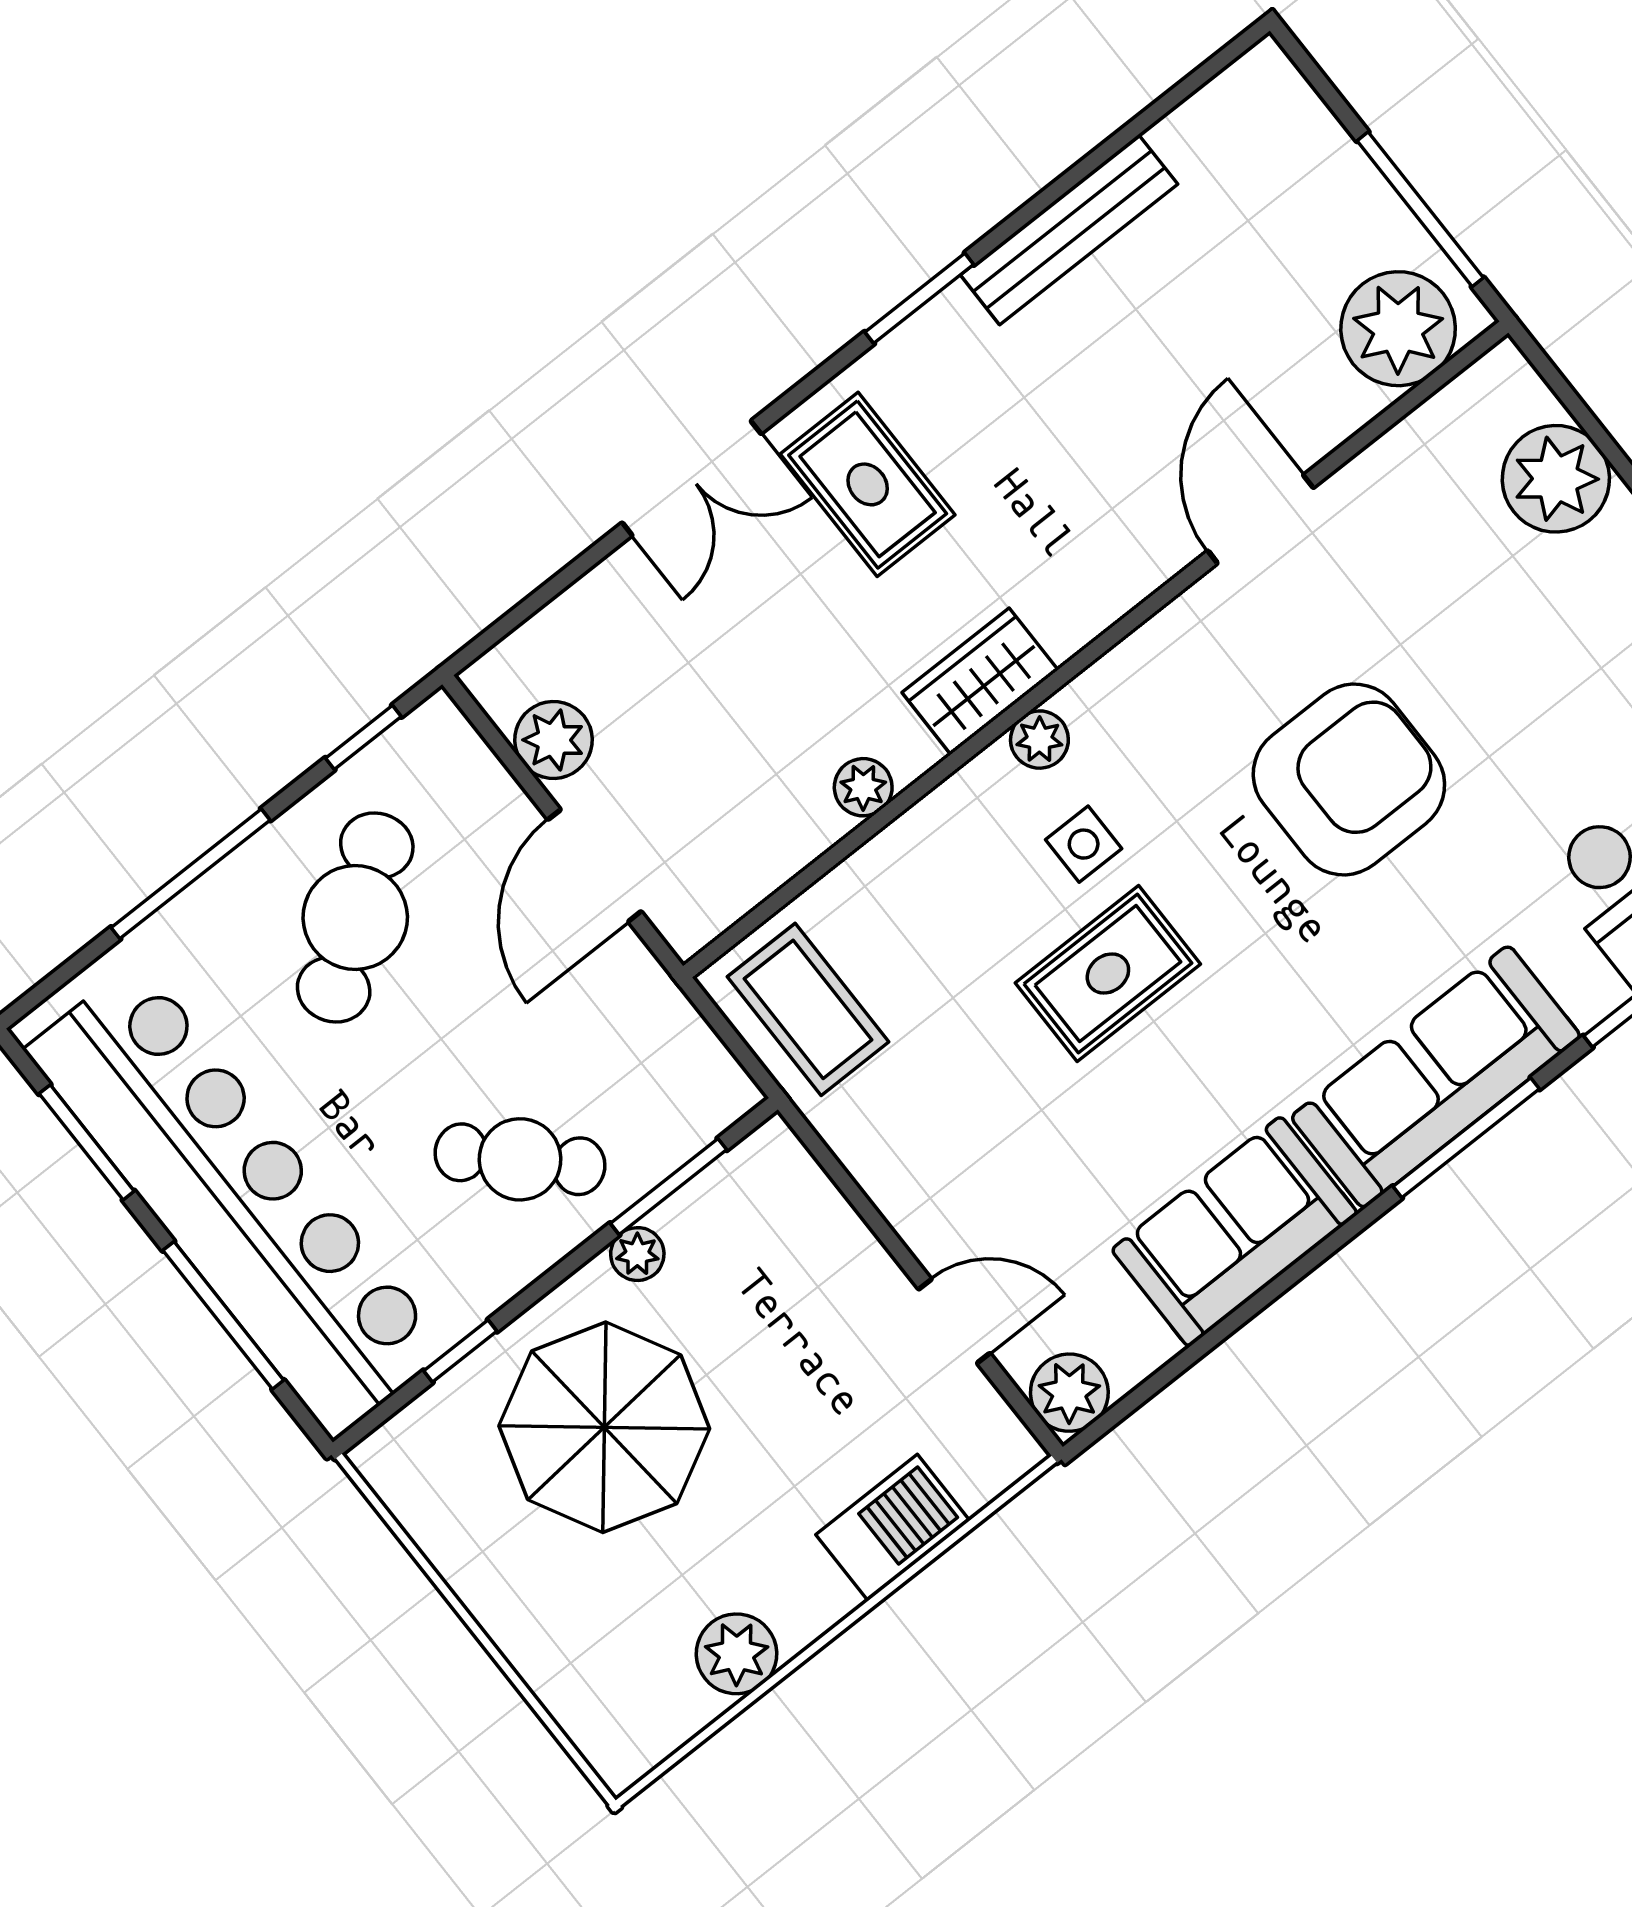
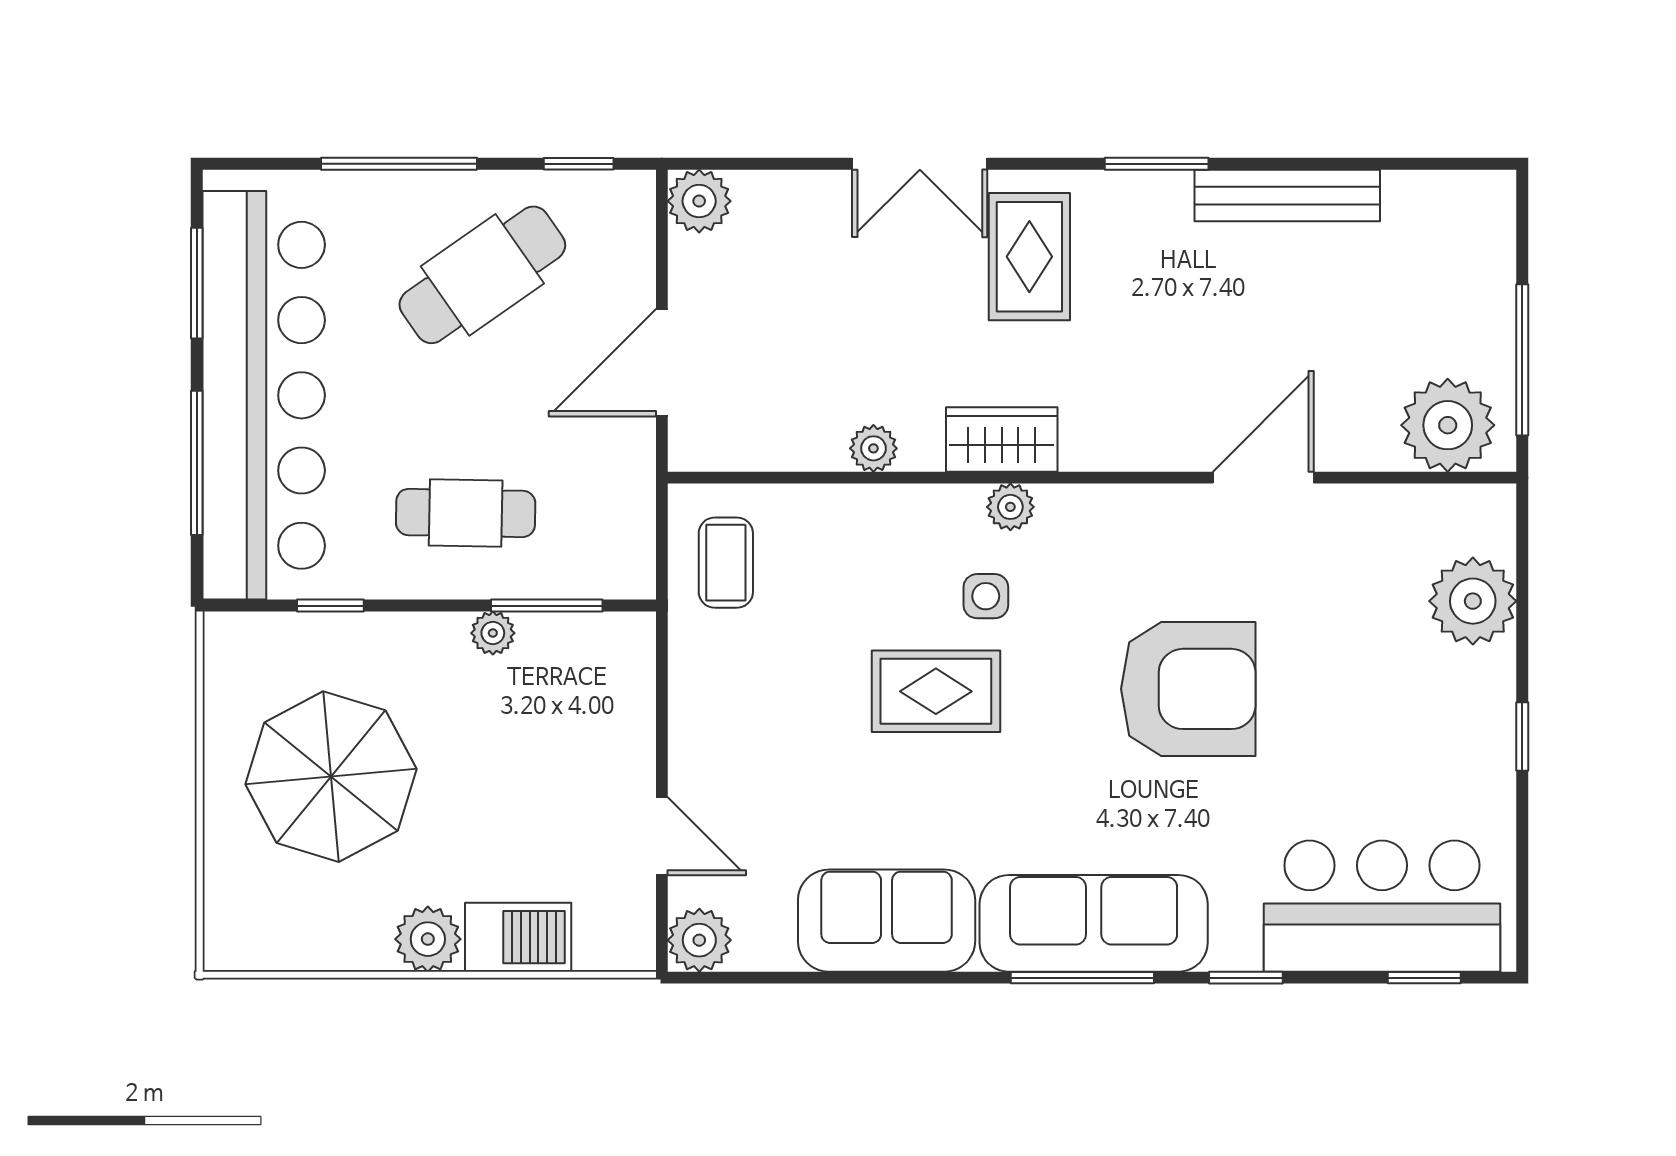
plant: (554, 740) -> (699, 201), moved
coffee table: (808, 1009) -> (726, 563), width x0.73, depth x0.77
cafe table: (520, 1159) -> (466, 513), turned -44
parasol: (604, 1427) -> (331, 777), moved
plant: (736, 1654) -> (428, 939), moved

